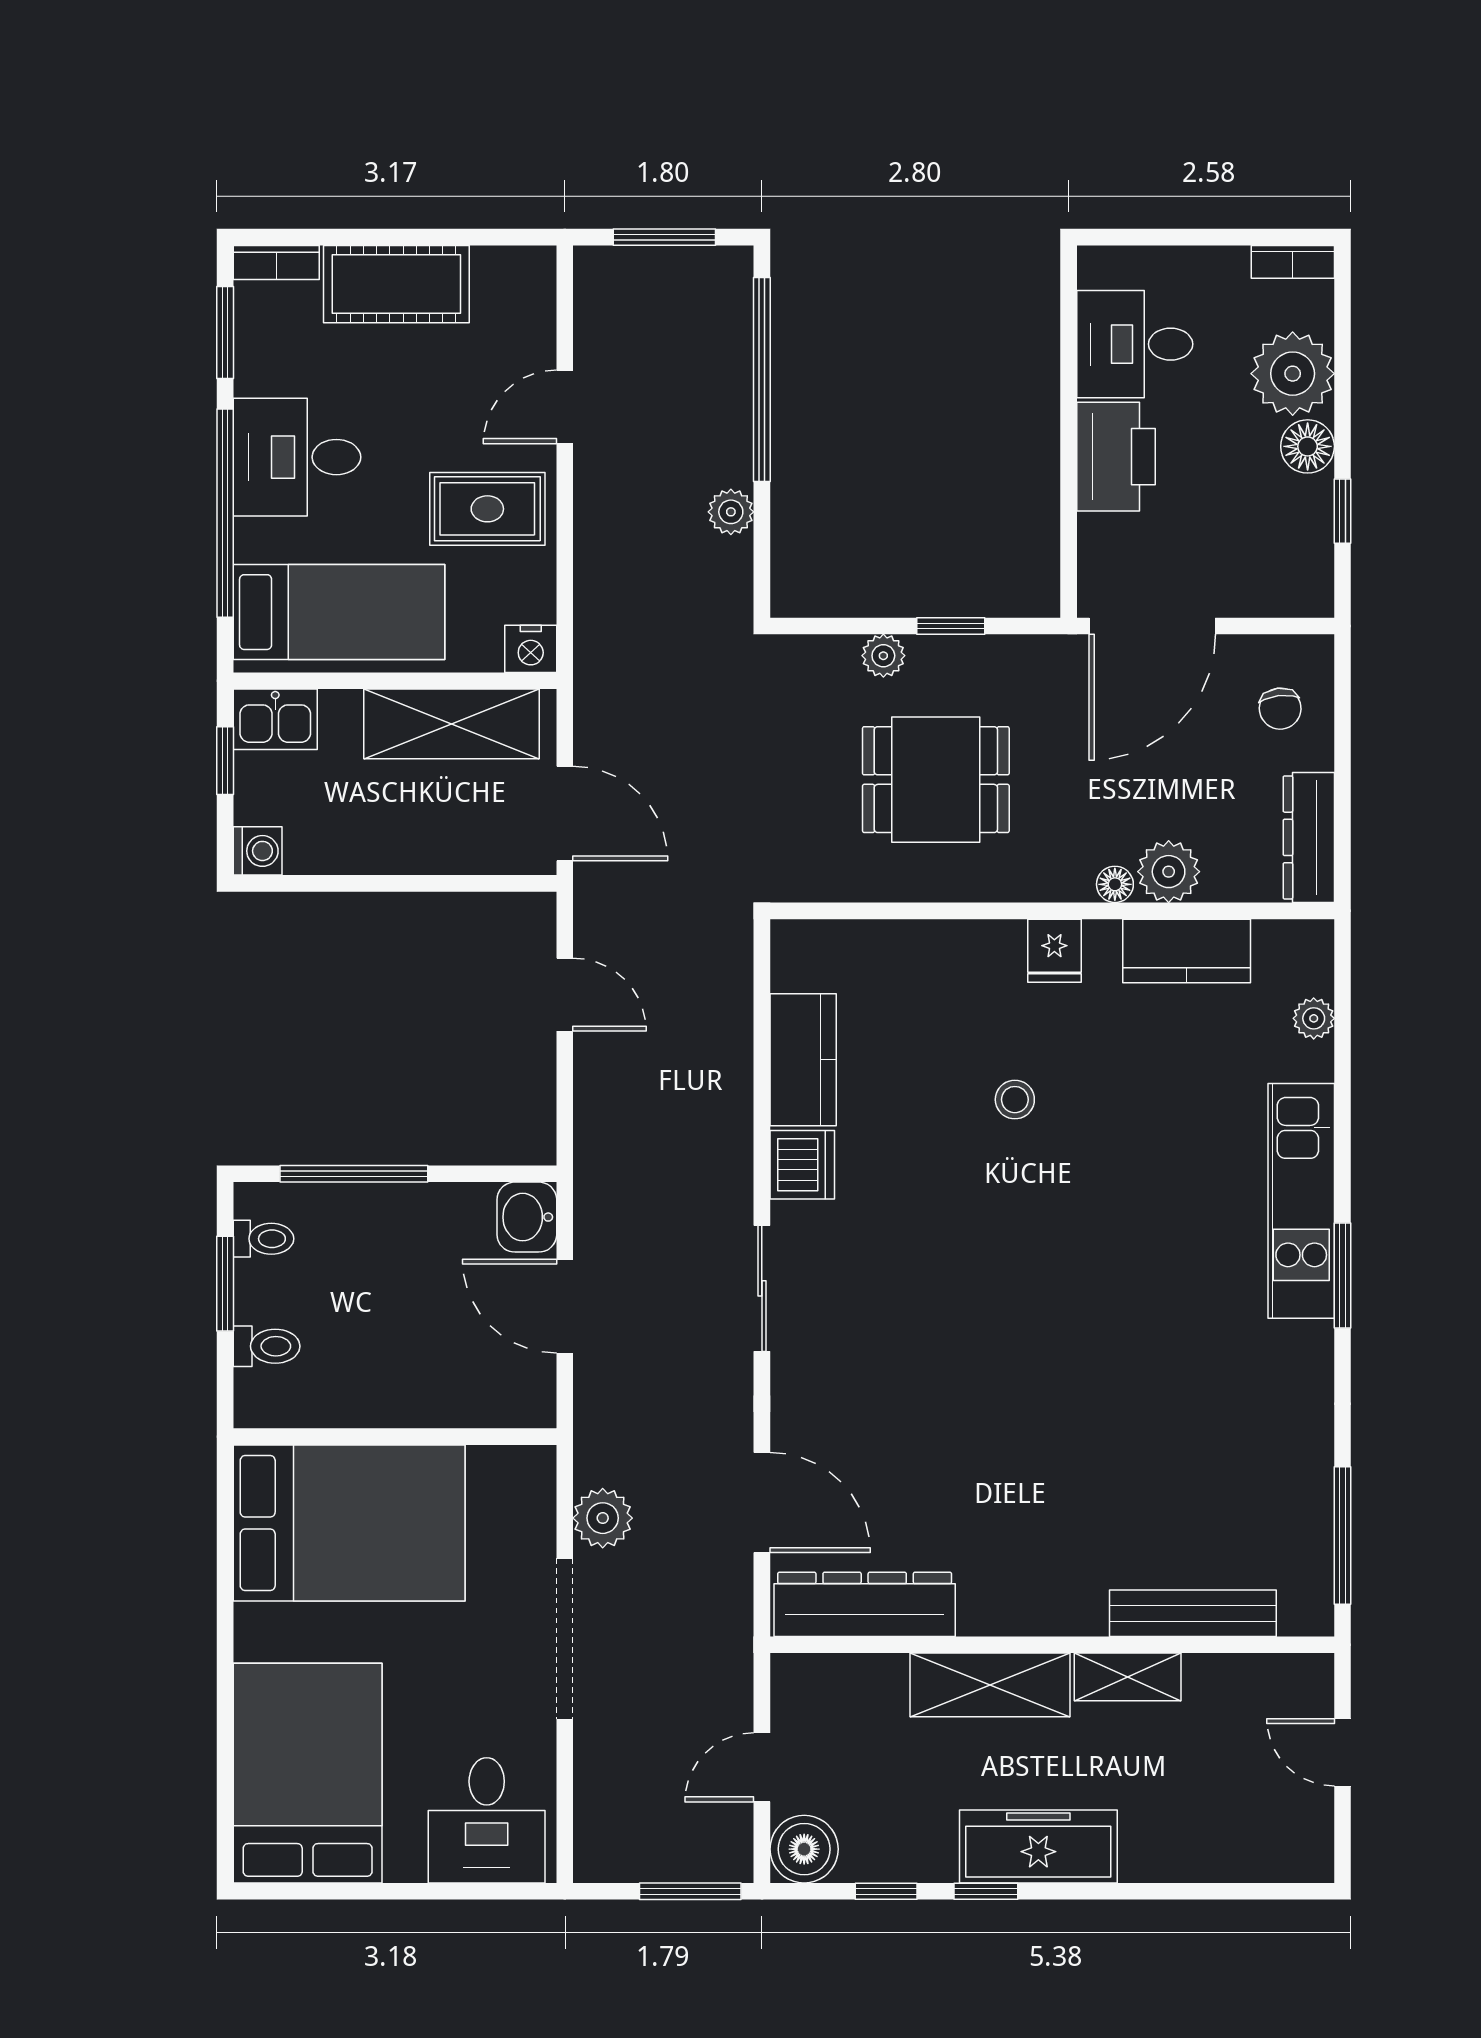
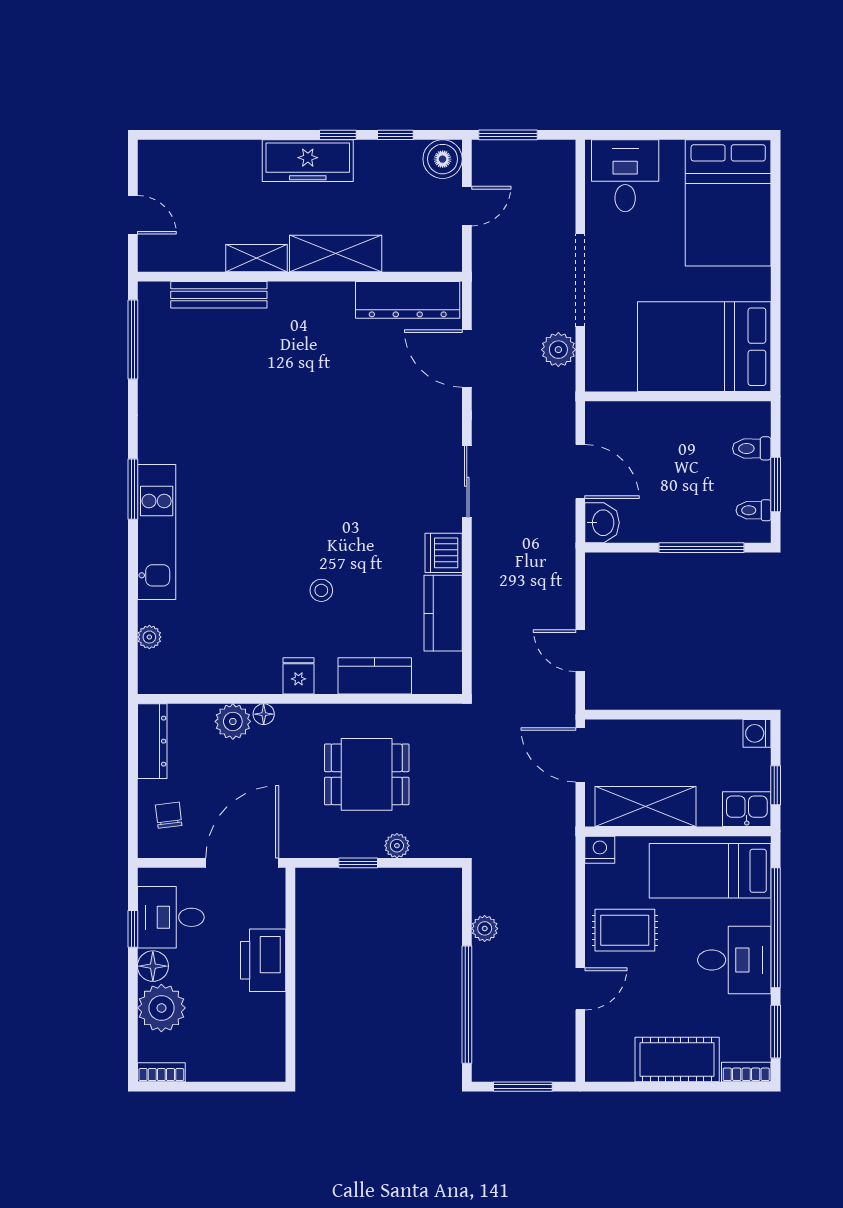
desk: (1135, 344) -> (171, 917), moved, turned 180
kitchen counter: (1187, 951) -> (375, 676), moved

